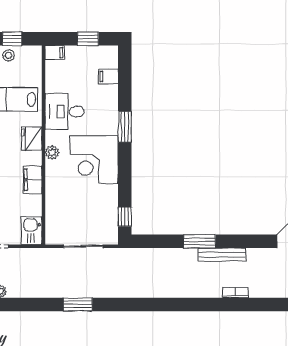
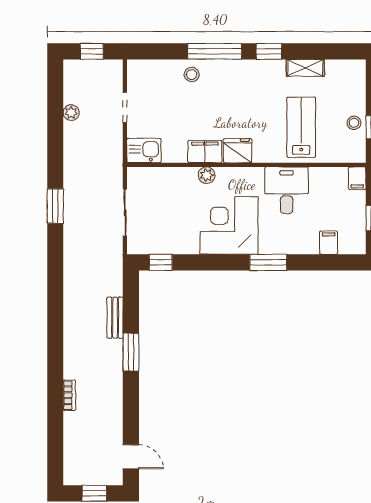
fridge: (32, 139) -> (238, 151), moved
plant: (52, 153) -> (207, 175), moved
bench: (222, 255) -> (115, 318), moved, width x0.73

